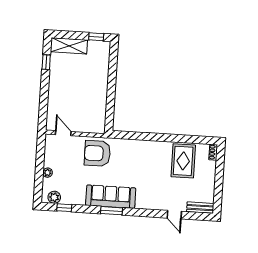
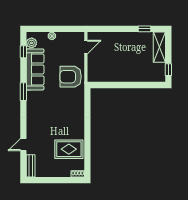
armchair: (97, 153) -> (71, 77), turned -90
sofa: (111, 197) -> (35, 69), moved

